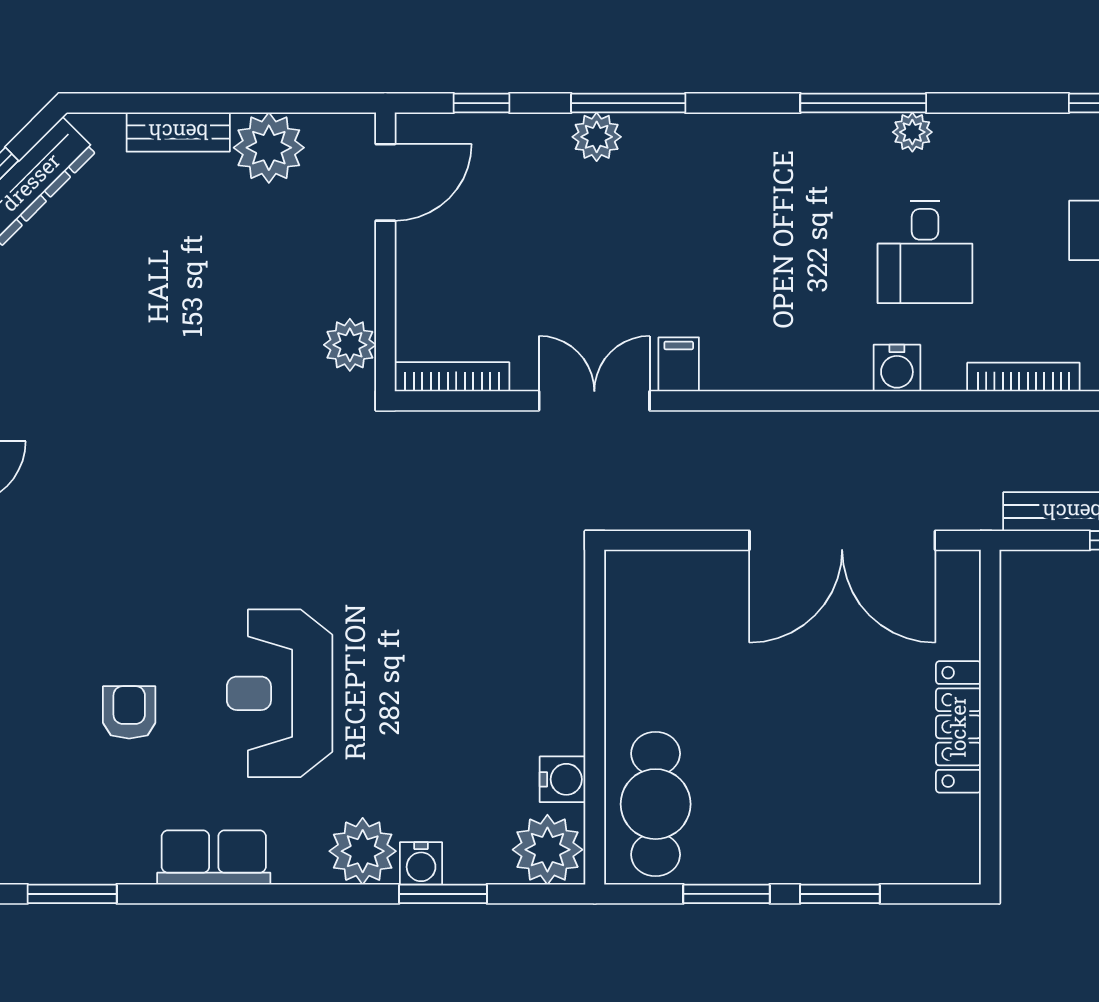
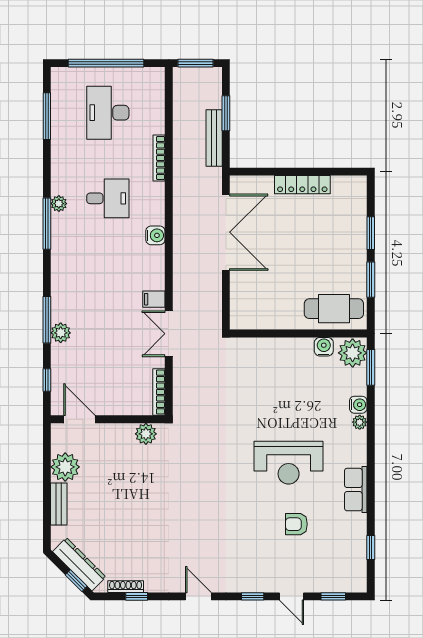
water cooler: (897, 368) -> (155, 235), moved
plant: (363, 851) -> (360, 422), width x0.53, depth x0.53
window: (72, 894) -> (371, 548), width x0.67
window: (443, 894) -> (371, 367), moved

